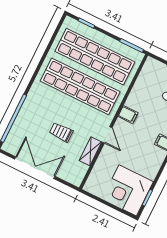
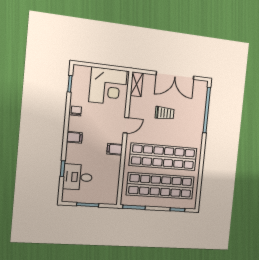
door: (107, 135) -> (126, 125), swing flipped
shelving: (90, 151) -> (137, 84), moved
chair: (152, 168) -> (76, 111), added
corner desk: (128, 190) -> (108, 86), moved, turned 90

